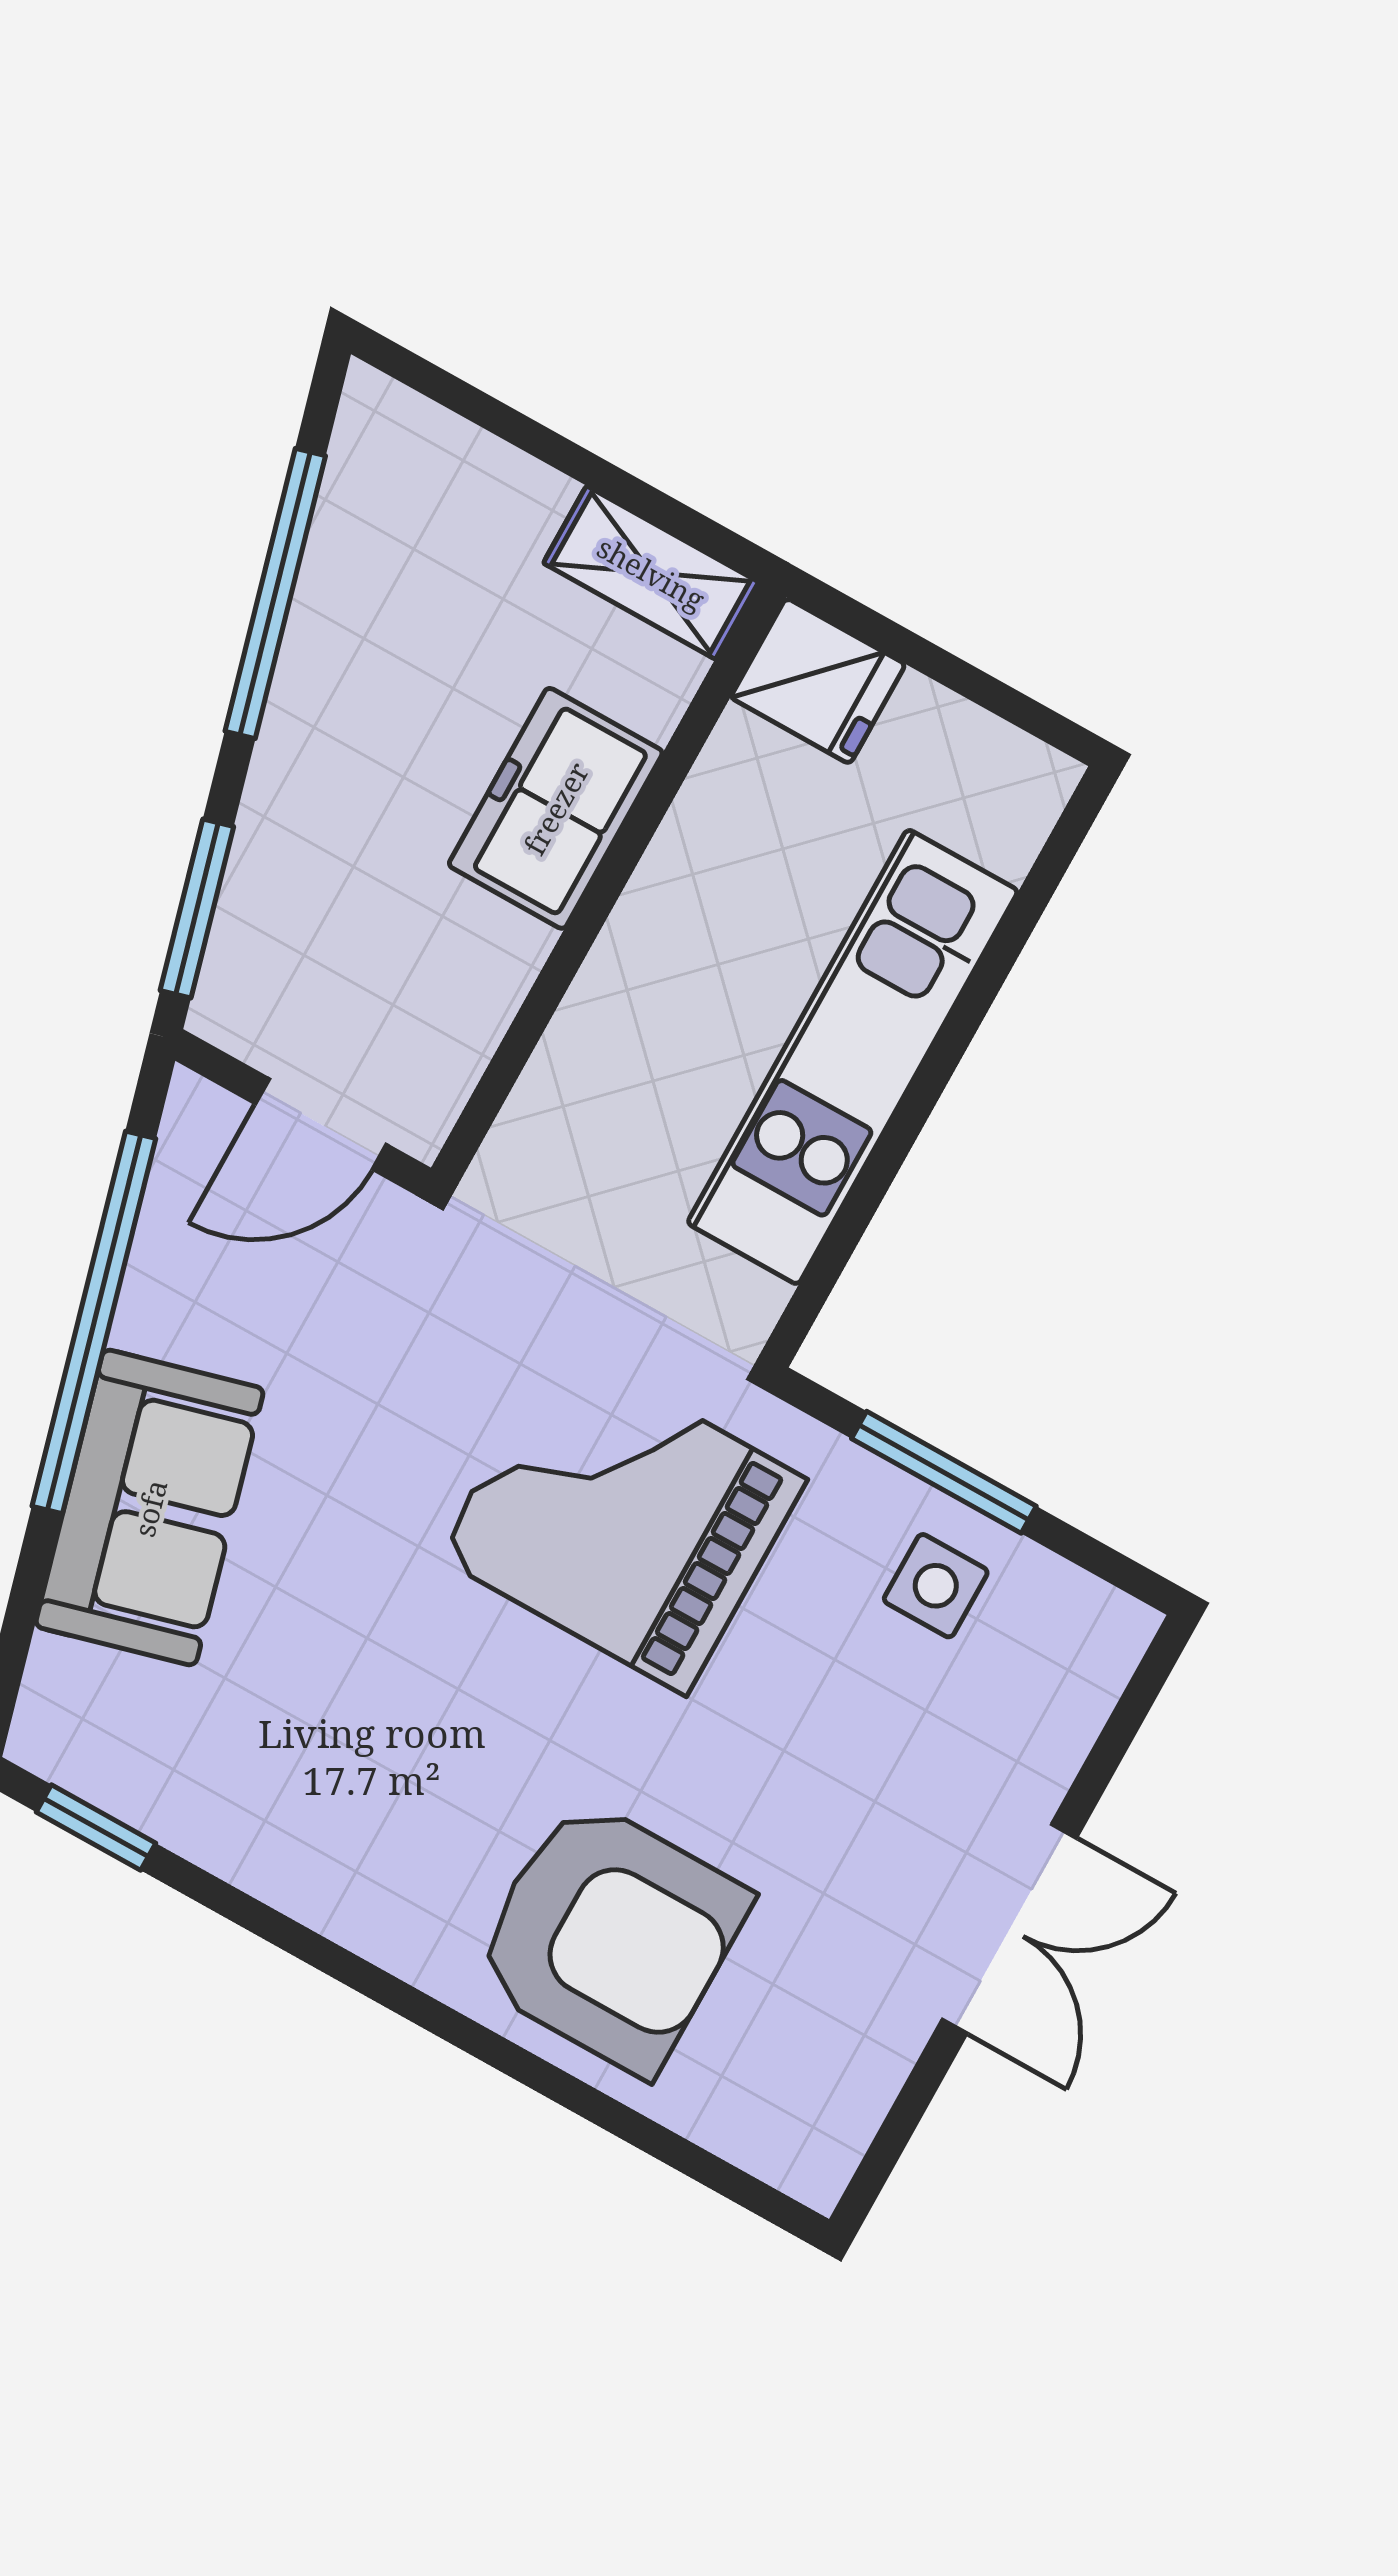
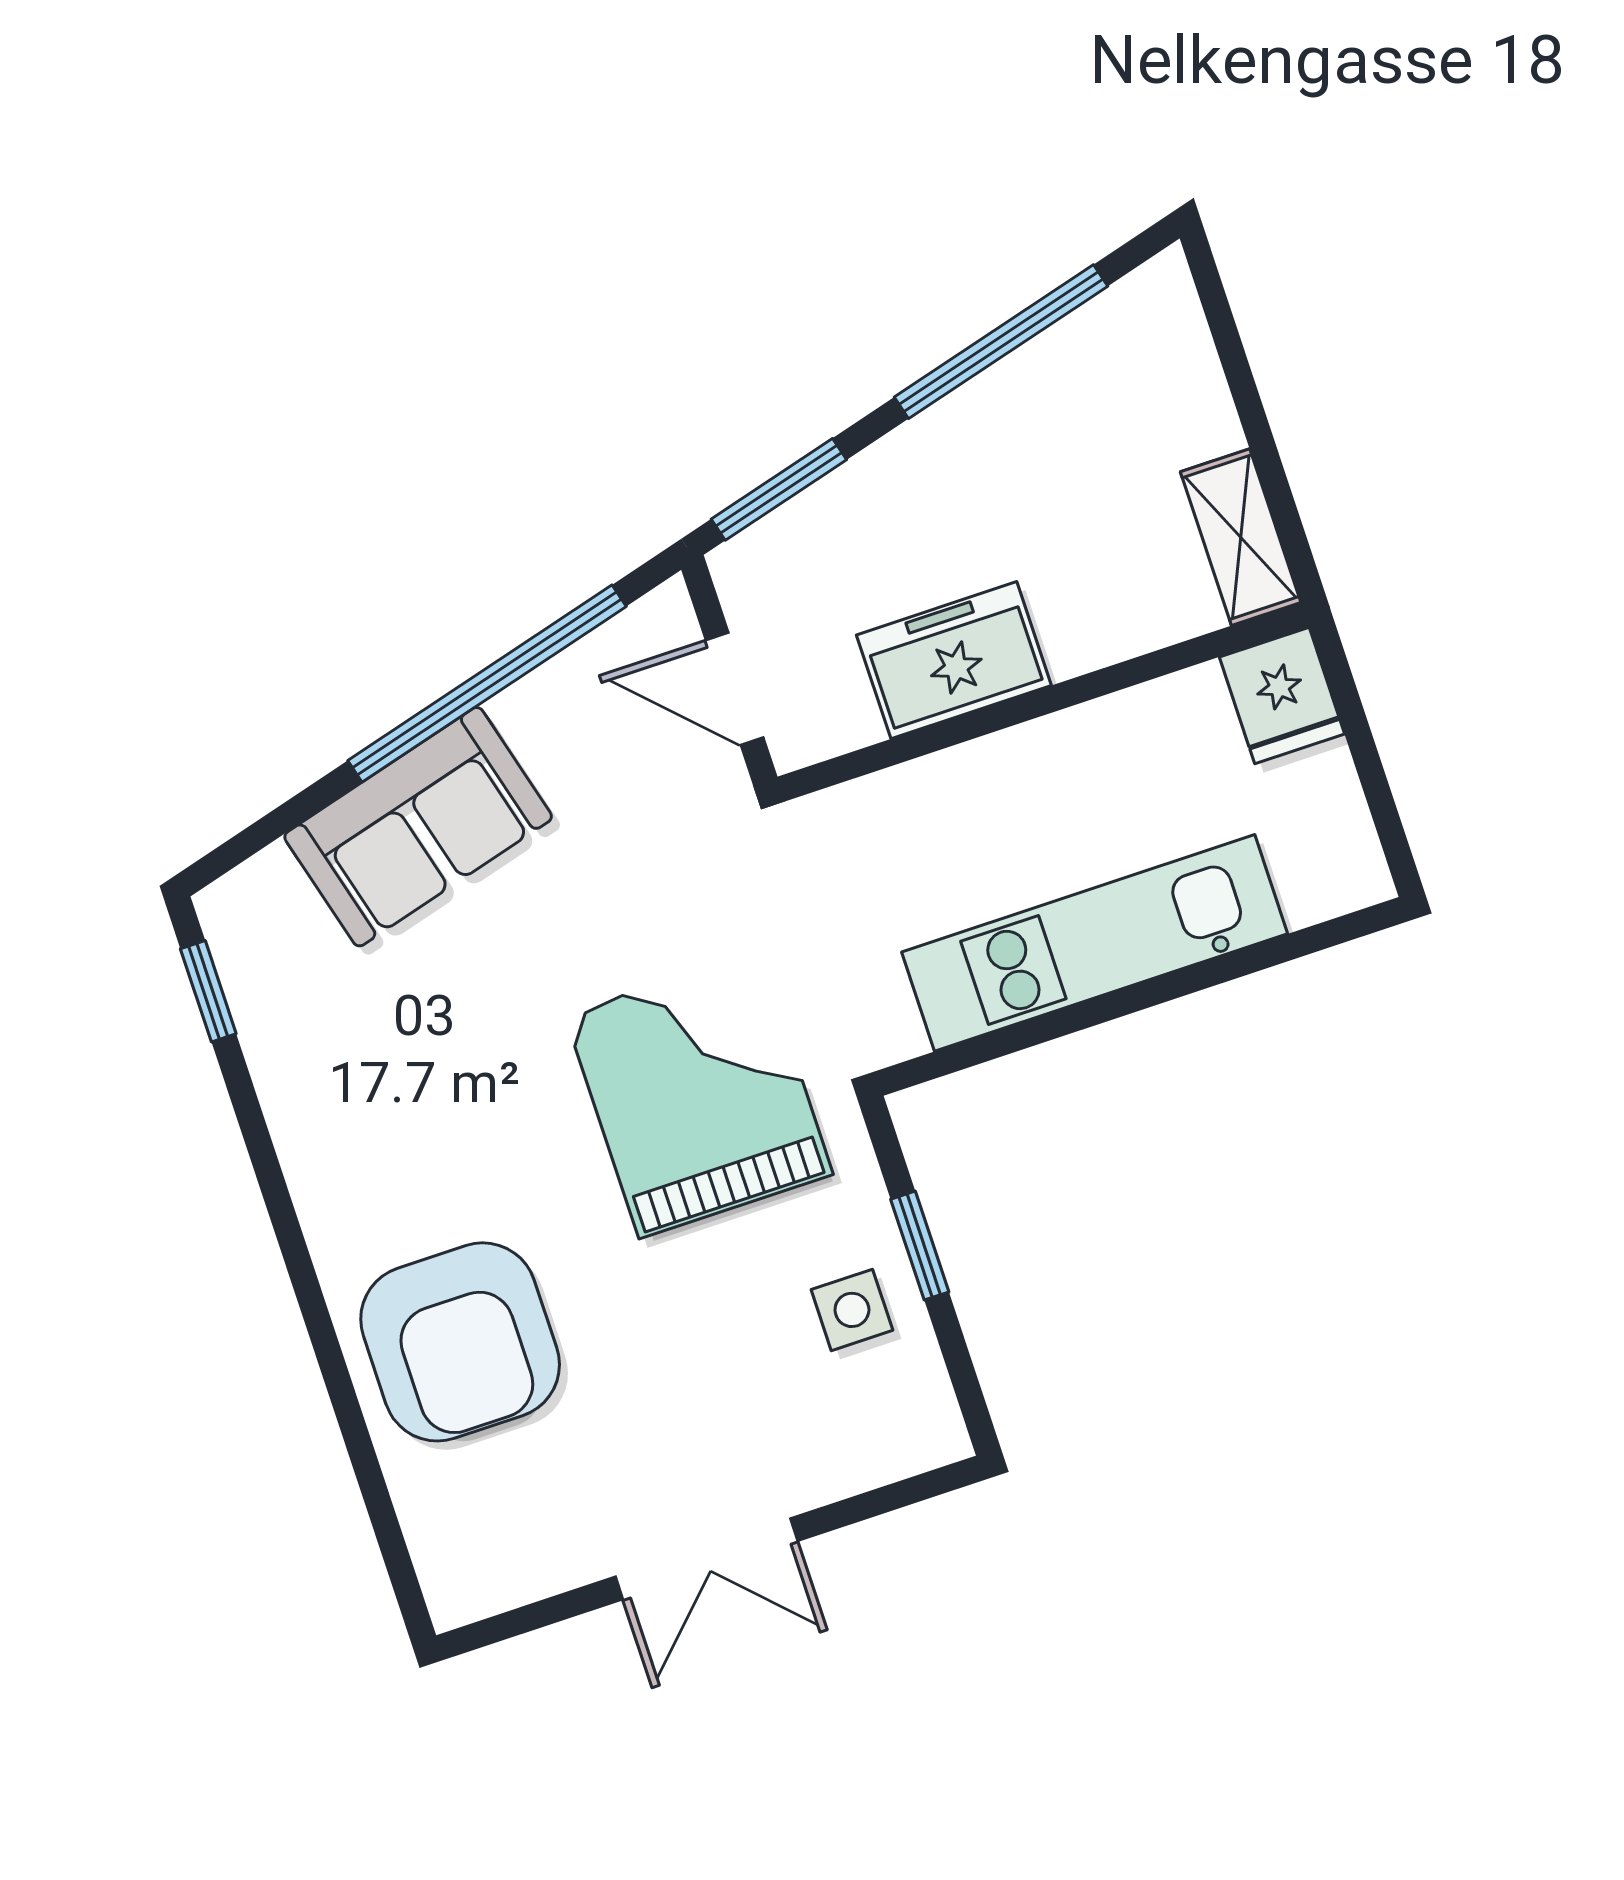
freezer: (556, 808) -> (954, 660), moved
window: (944, 1472) -> (920, 1246), width x0.67

